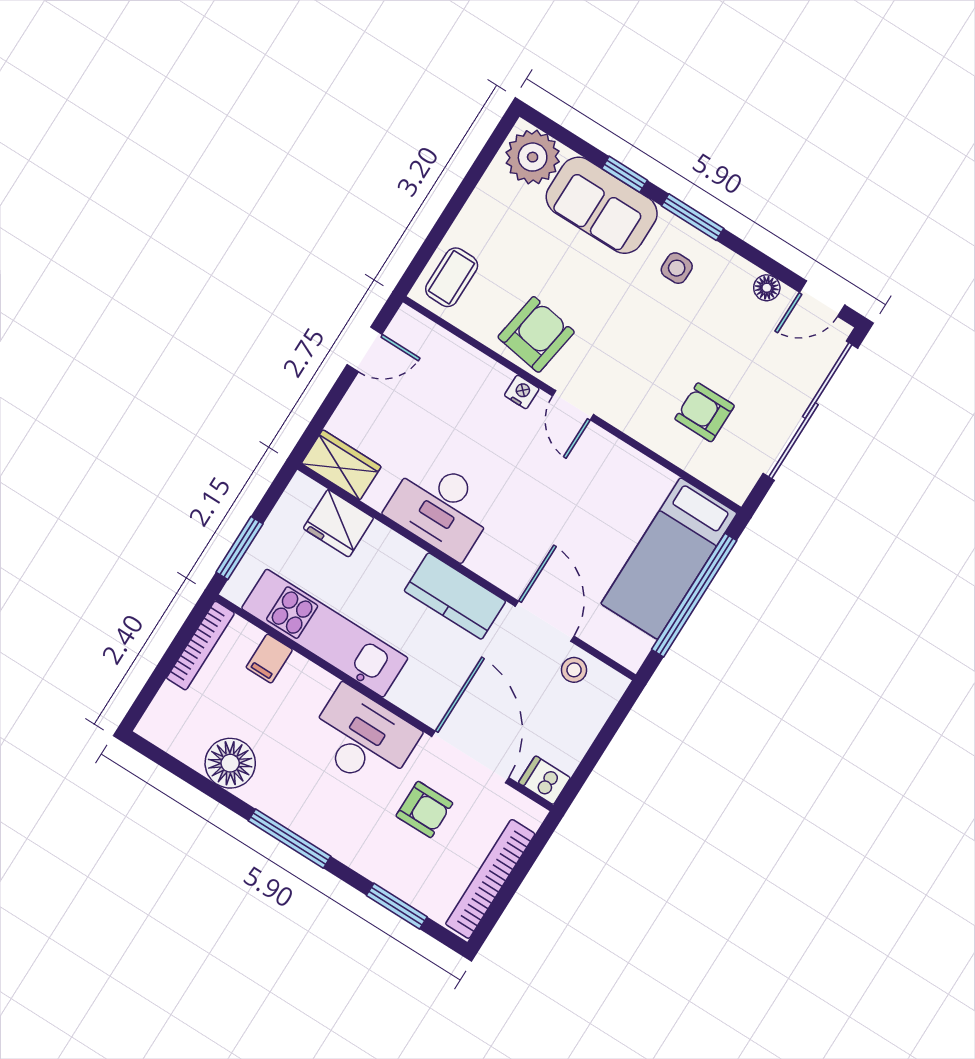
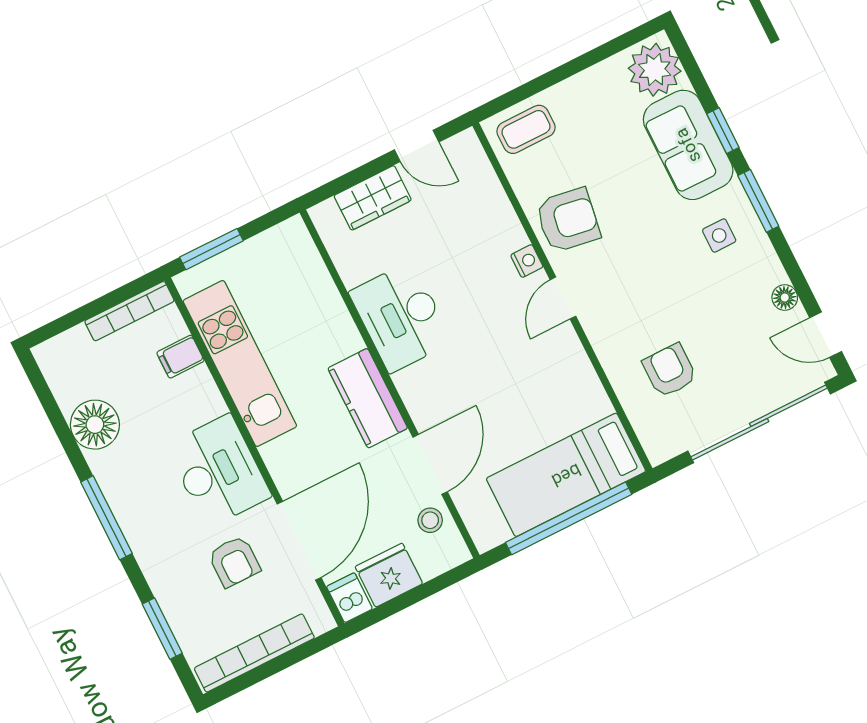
wardrobe: (341, 465) -> (373, 198), moved, turned 90
fridge: (338, 523) -> (389, 575), moved, turned 90

